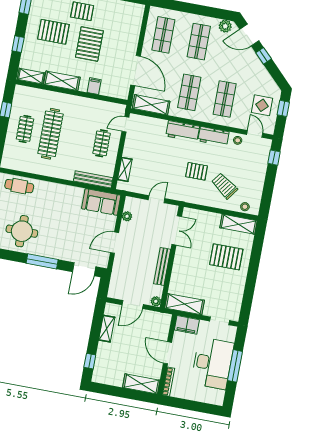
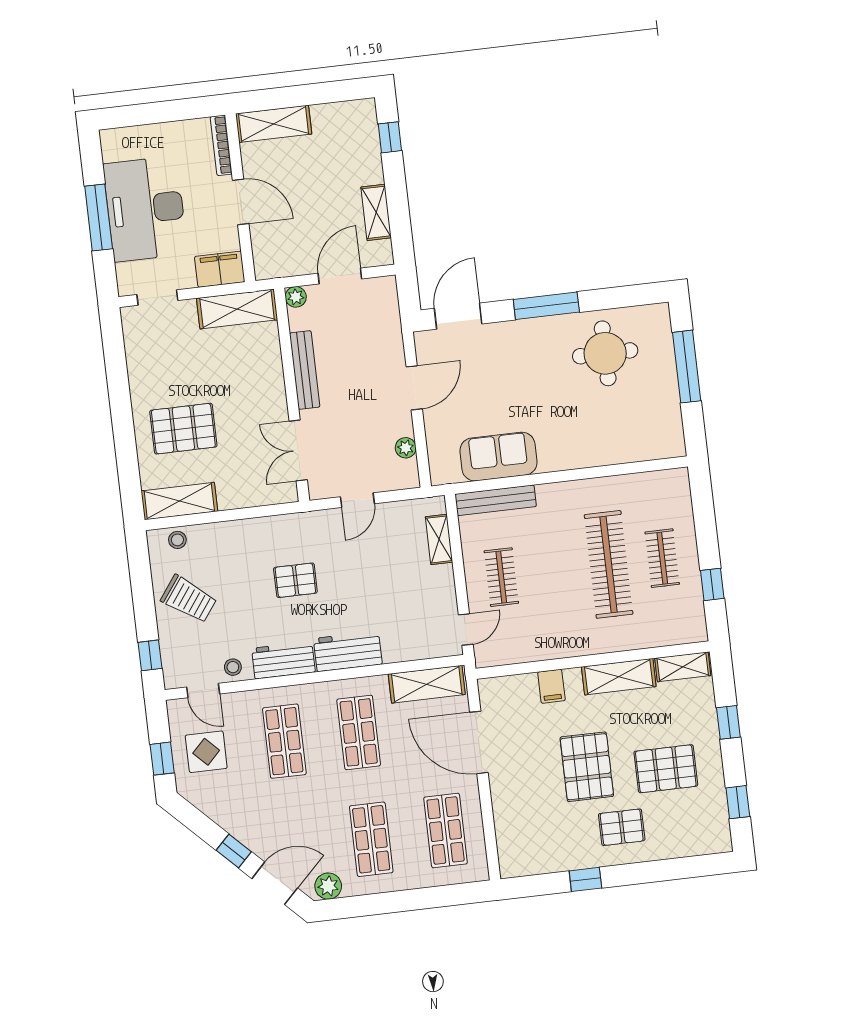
cafe table: (19, 186) -> (638, 441), removed
trolley: (225, 186) -> (189, 599), moved
sofa: (101, 202) -> (498, 457), moved

